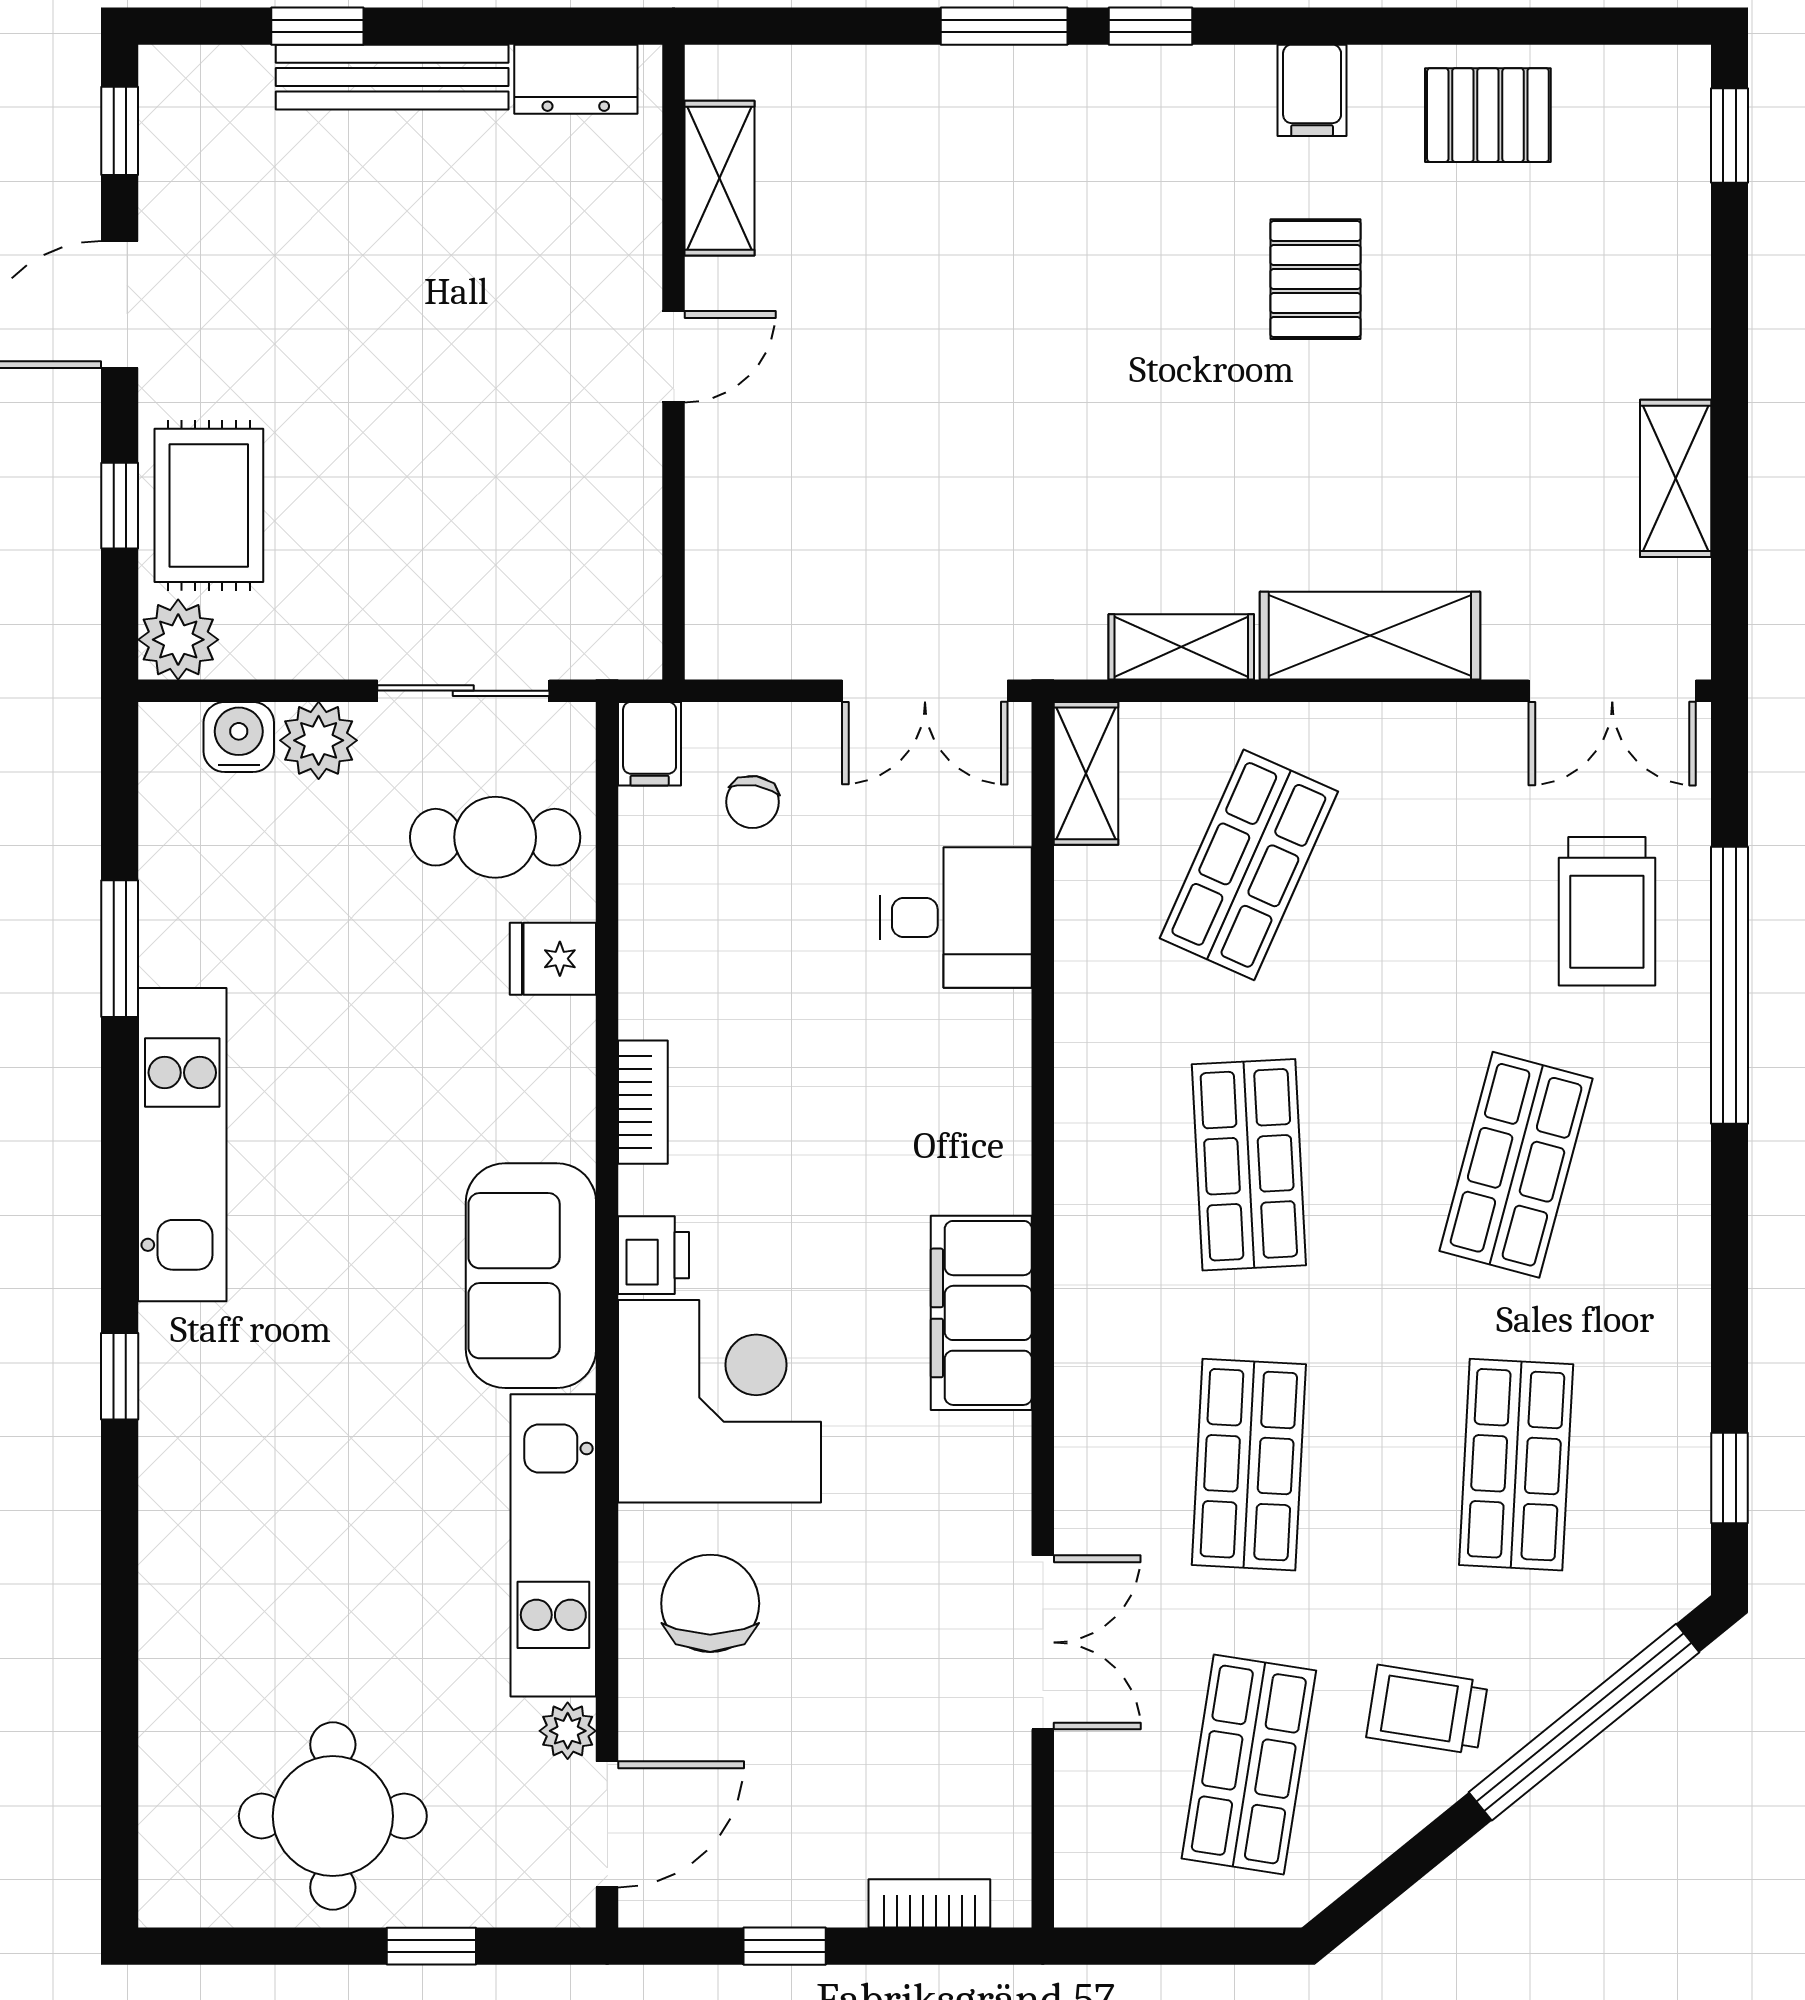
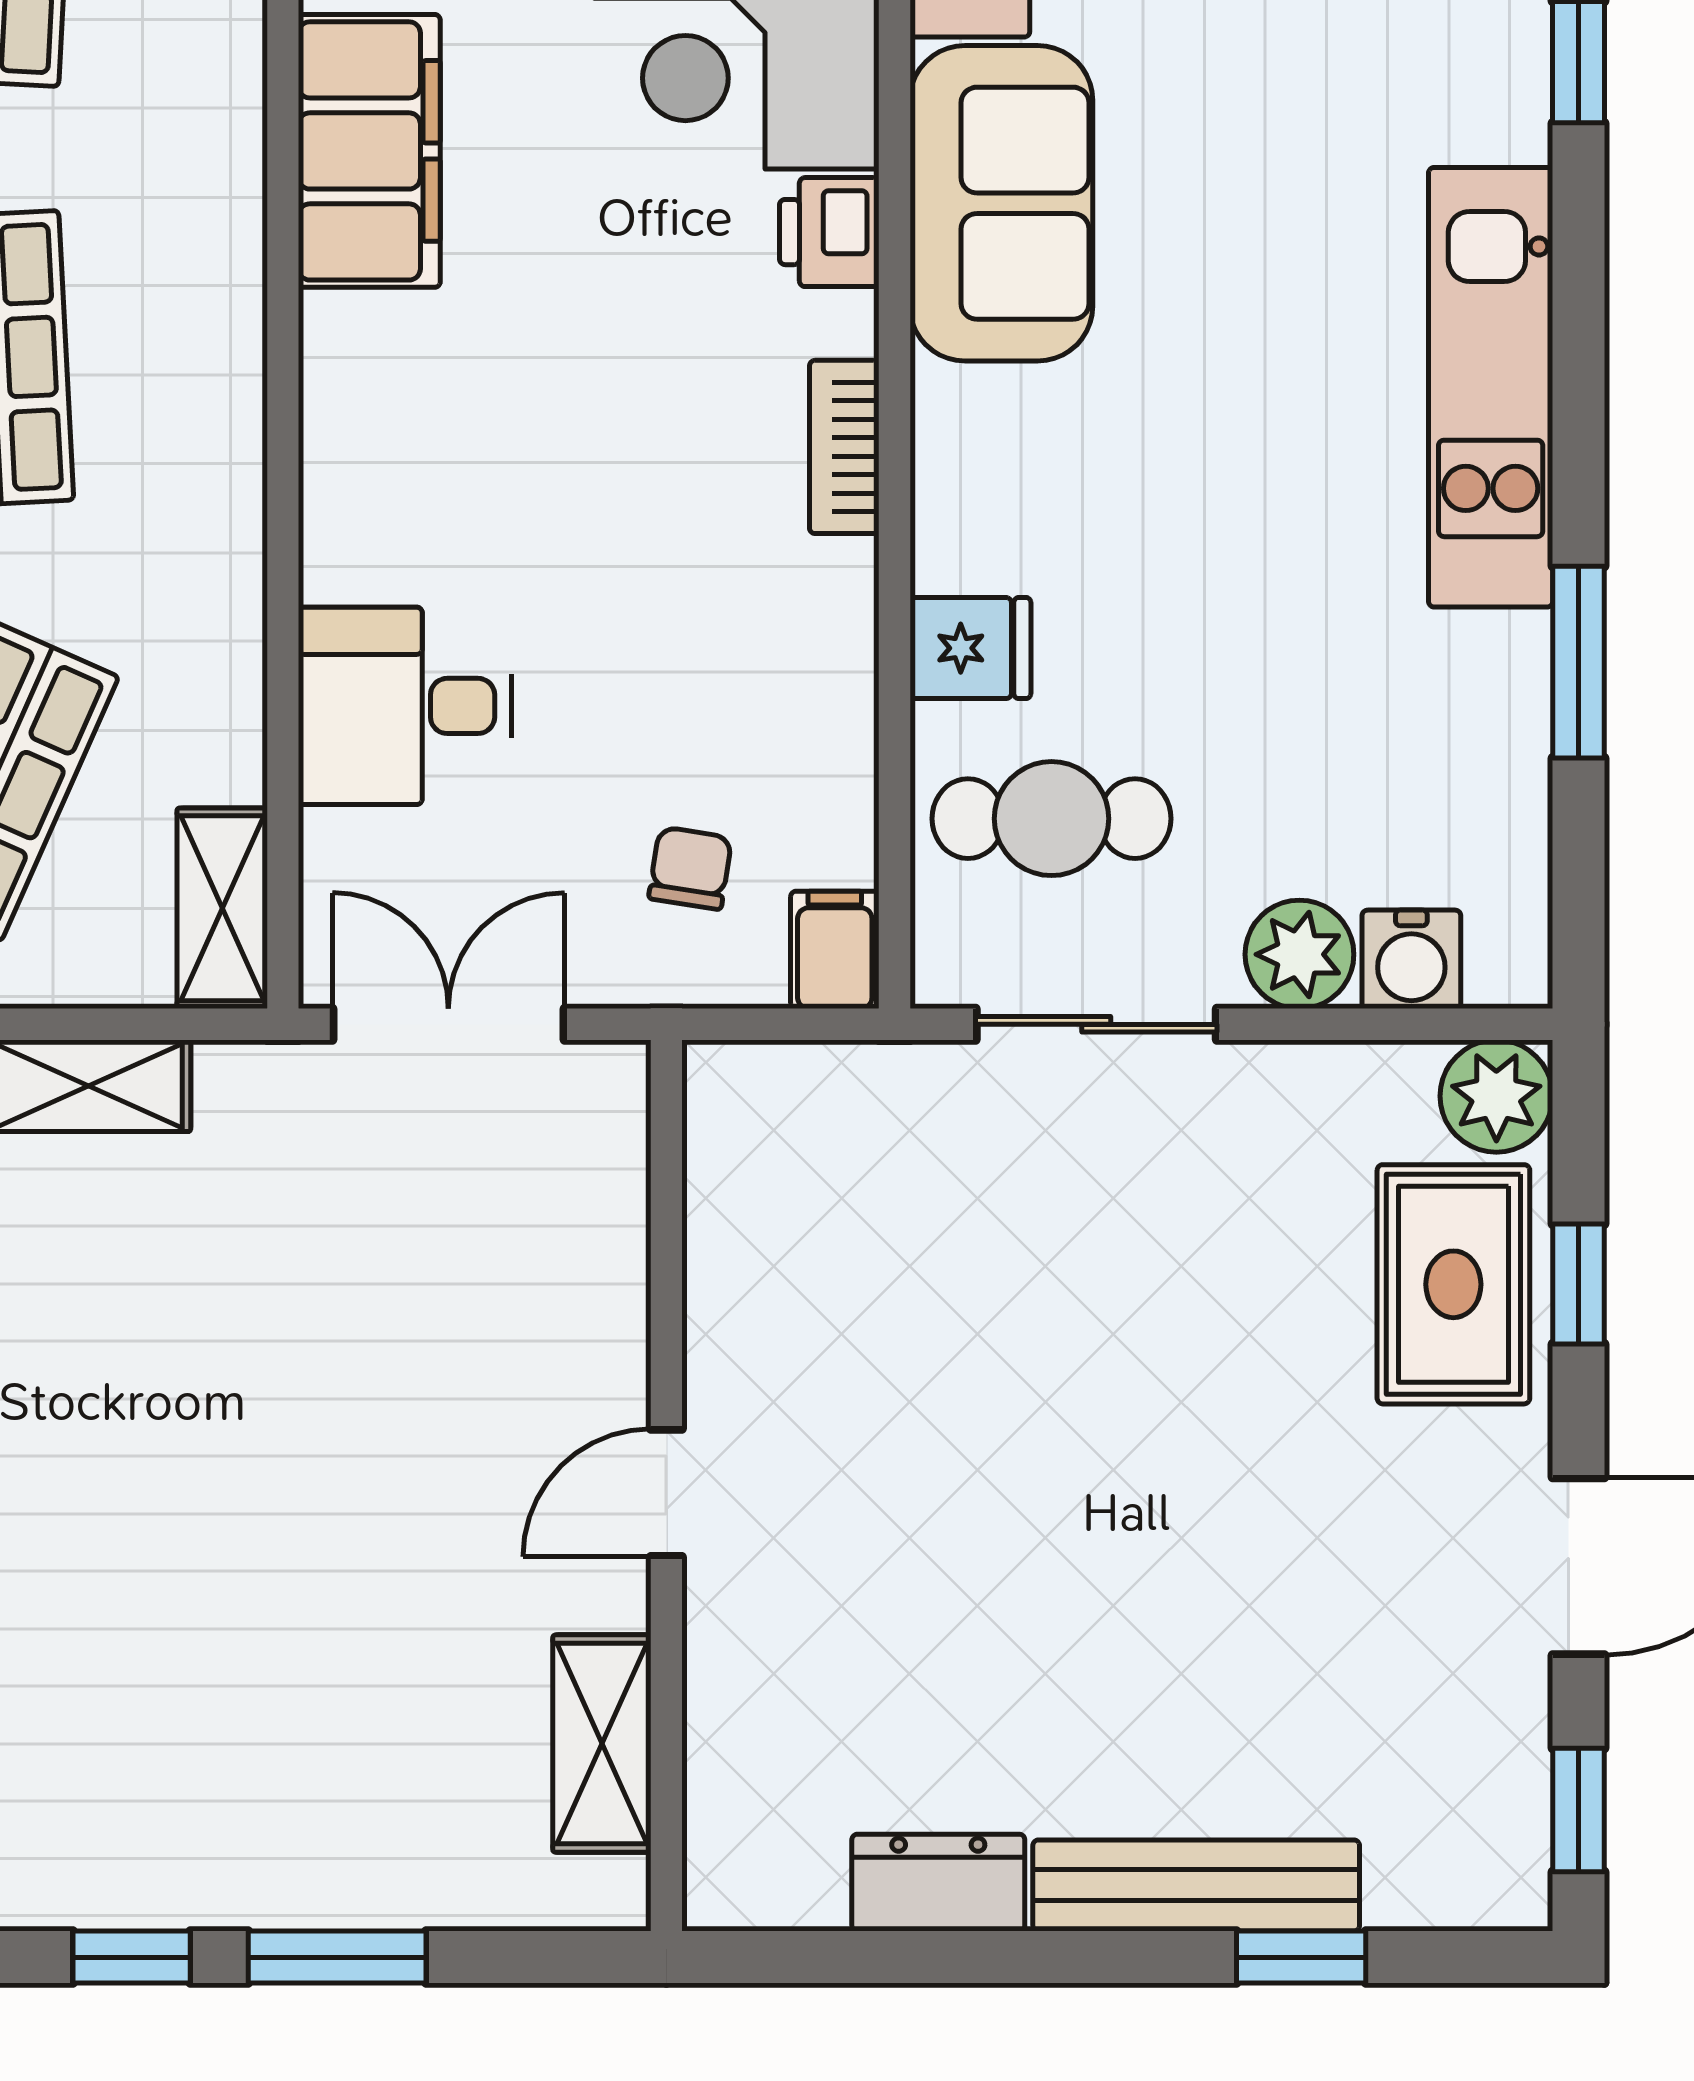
shelving: (719, 178) -> (602, 1744), moved
door: (674, 357) -> (666, 1493), moved
wall: (674, 362) -> (666, 1485), moved

